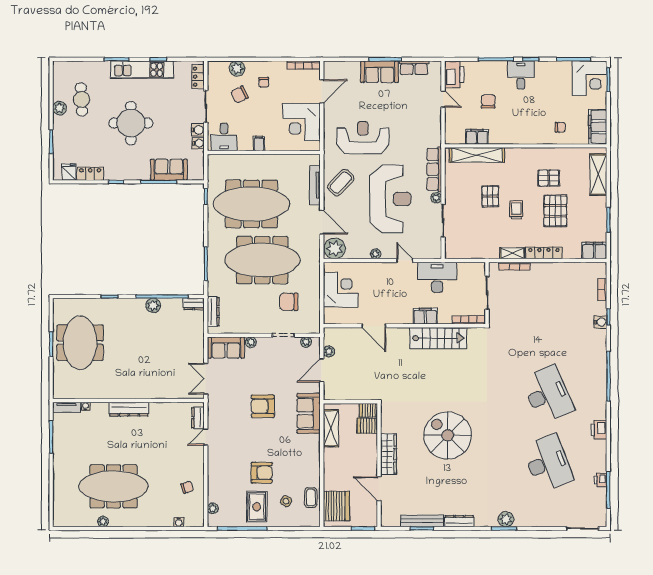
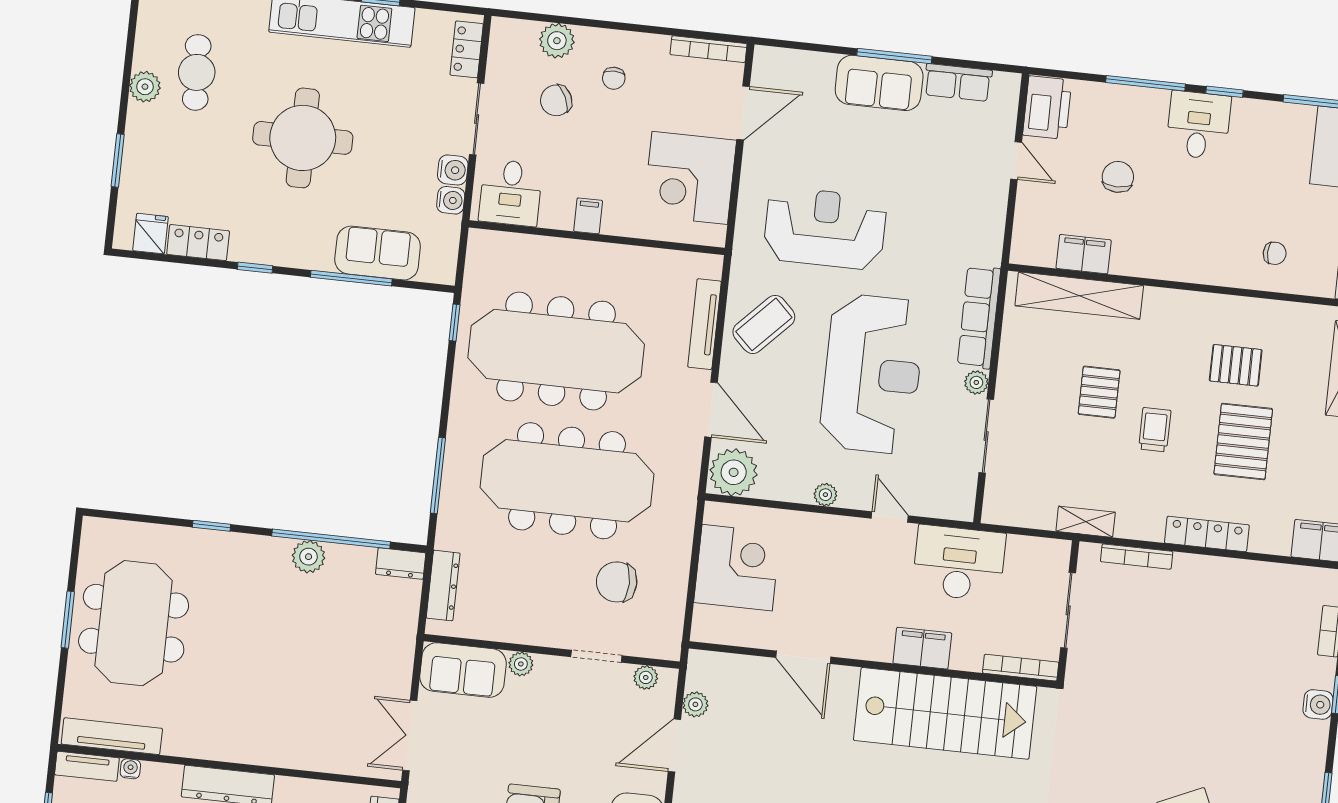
shelving: (512, 253) -> (1086, 522), moved
stairs: (438, 338) -> (945, 713), width x1.36, depth x1.51
tv unit: (76, 393) -> (112, 736), added

